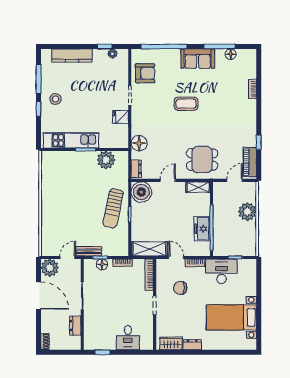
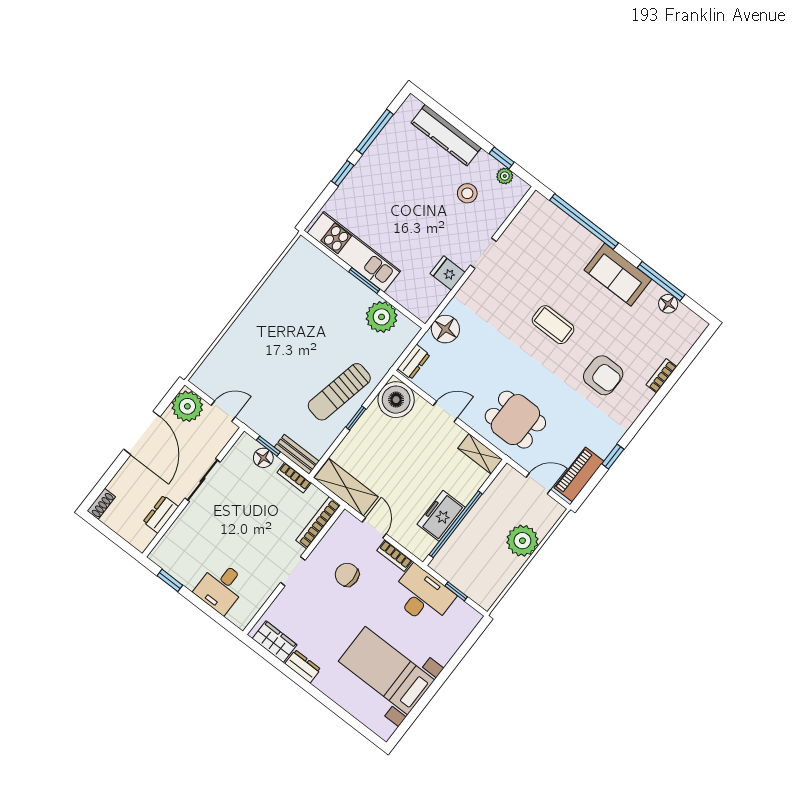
armchair: (145, 73) -> (603, 375), moved
stool: (55, 99) -> (467, 193), moved
bench: (89, 251) -> (297, 454), moved

